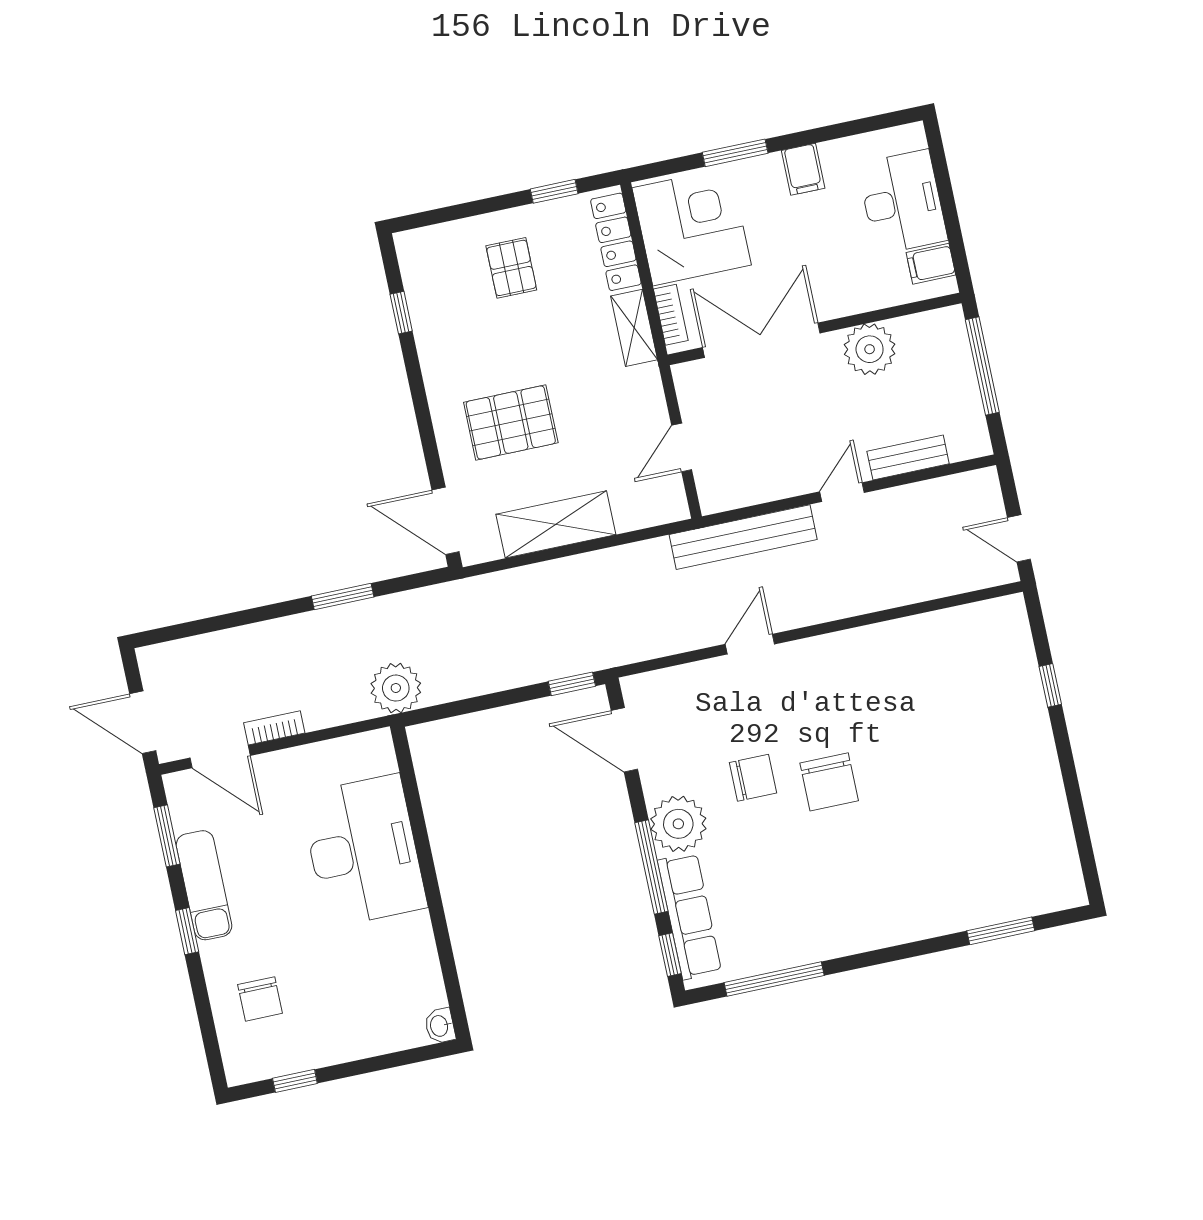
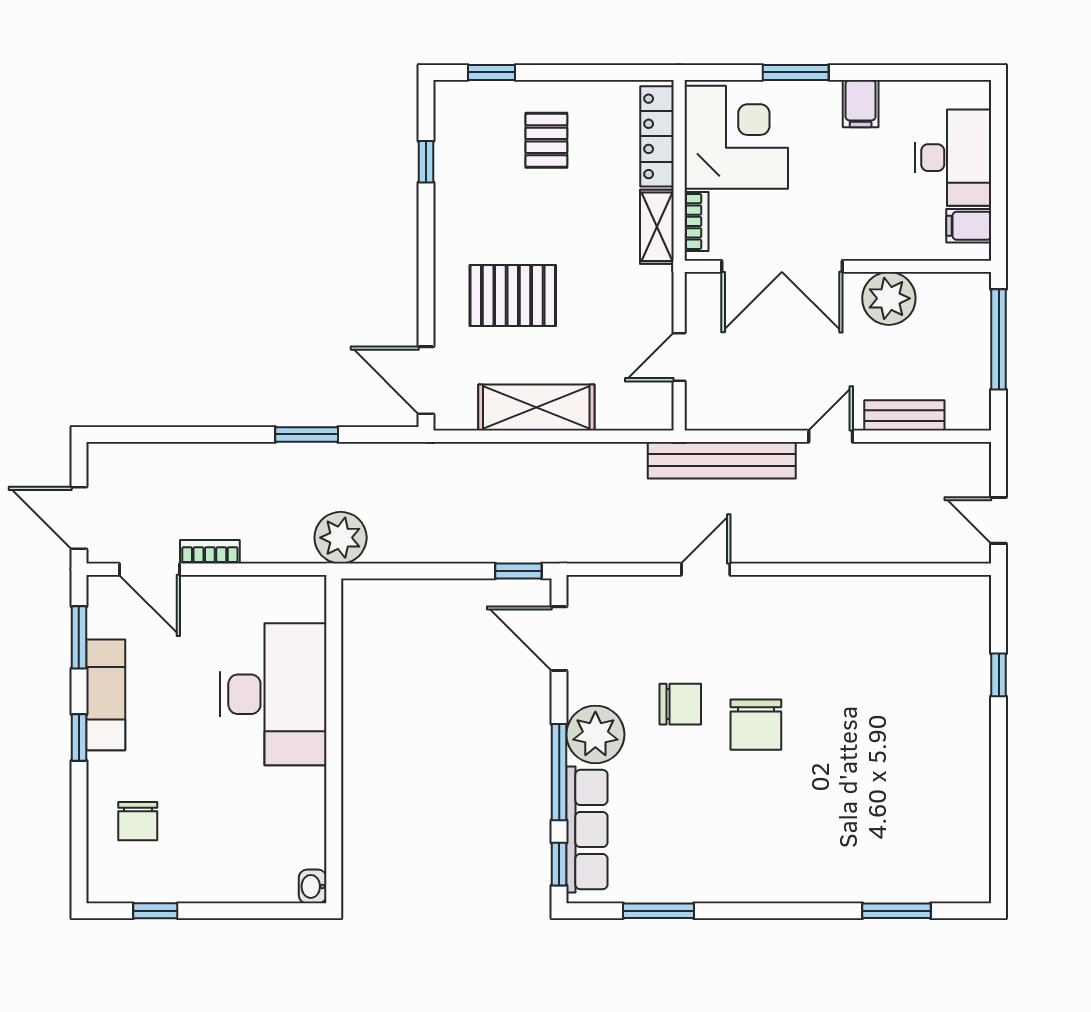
window: (554, 191) -> (492, 72), moved
double door: (761, 340) -> (782, 266), swing flipped
window: (774, 979) -> (658, 911), width x0.69

